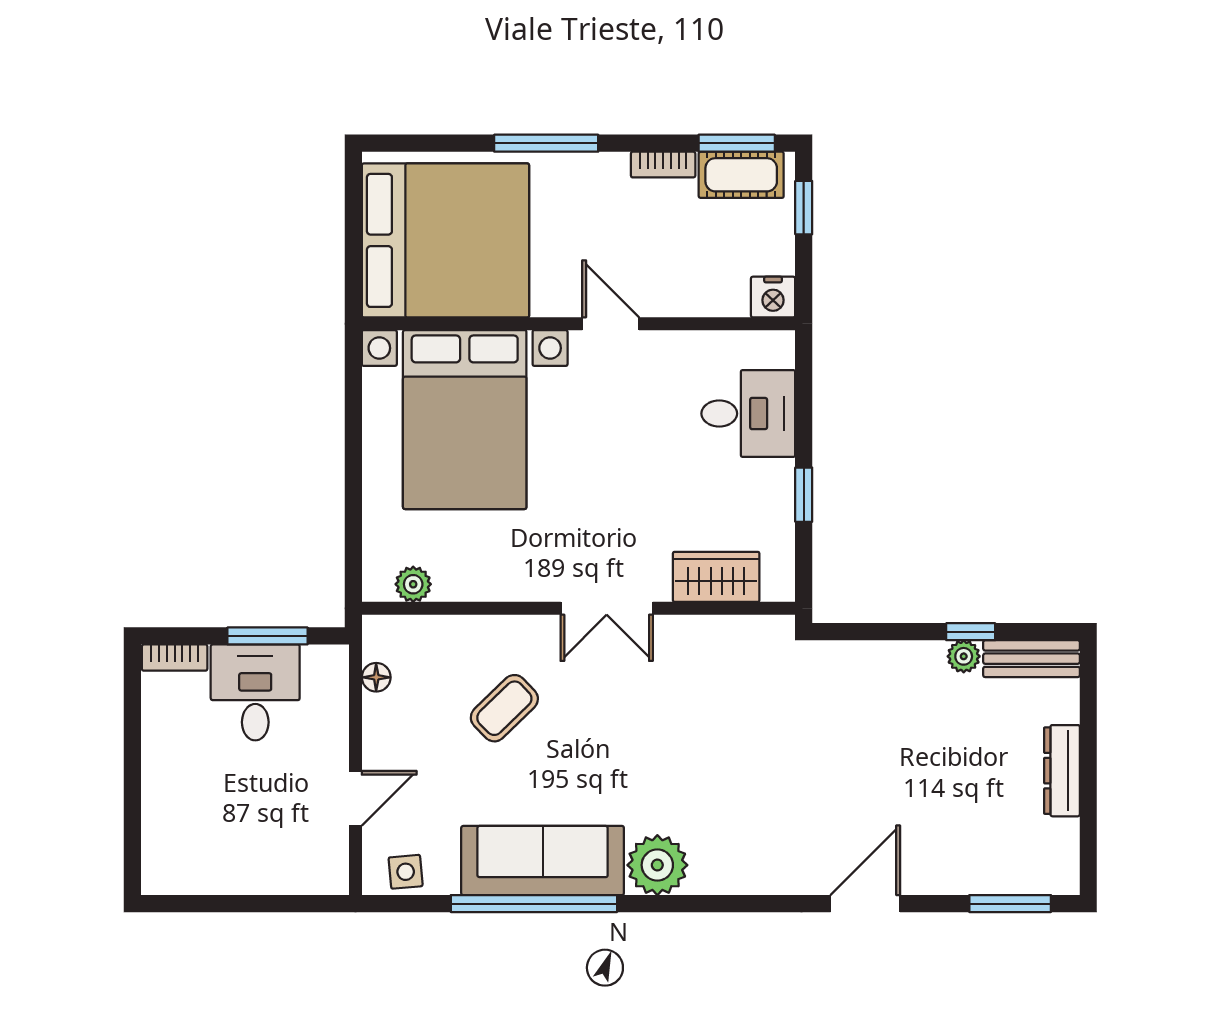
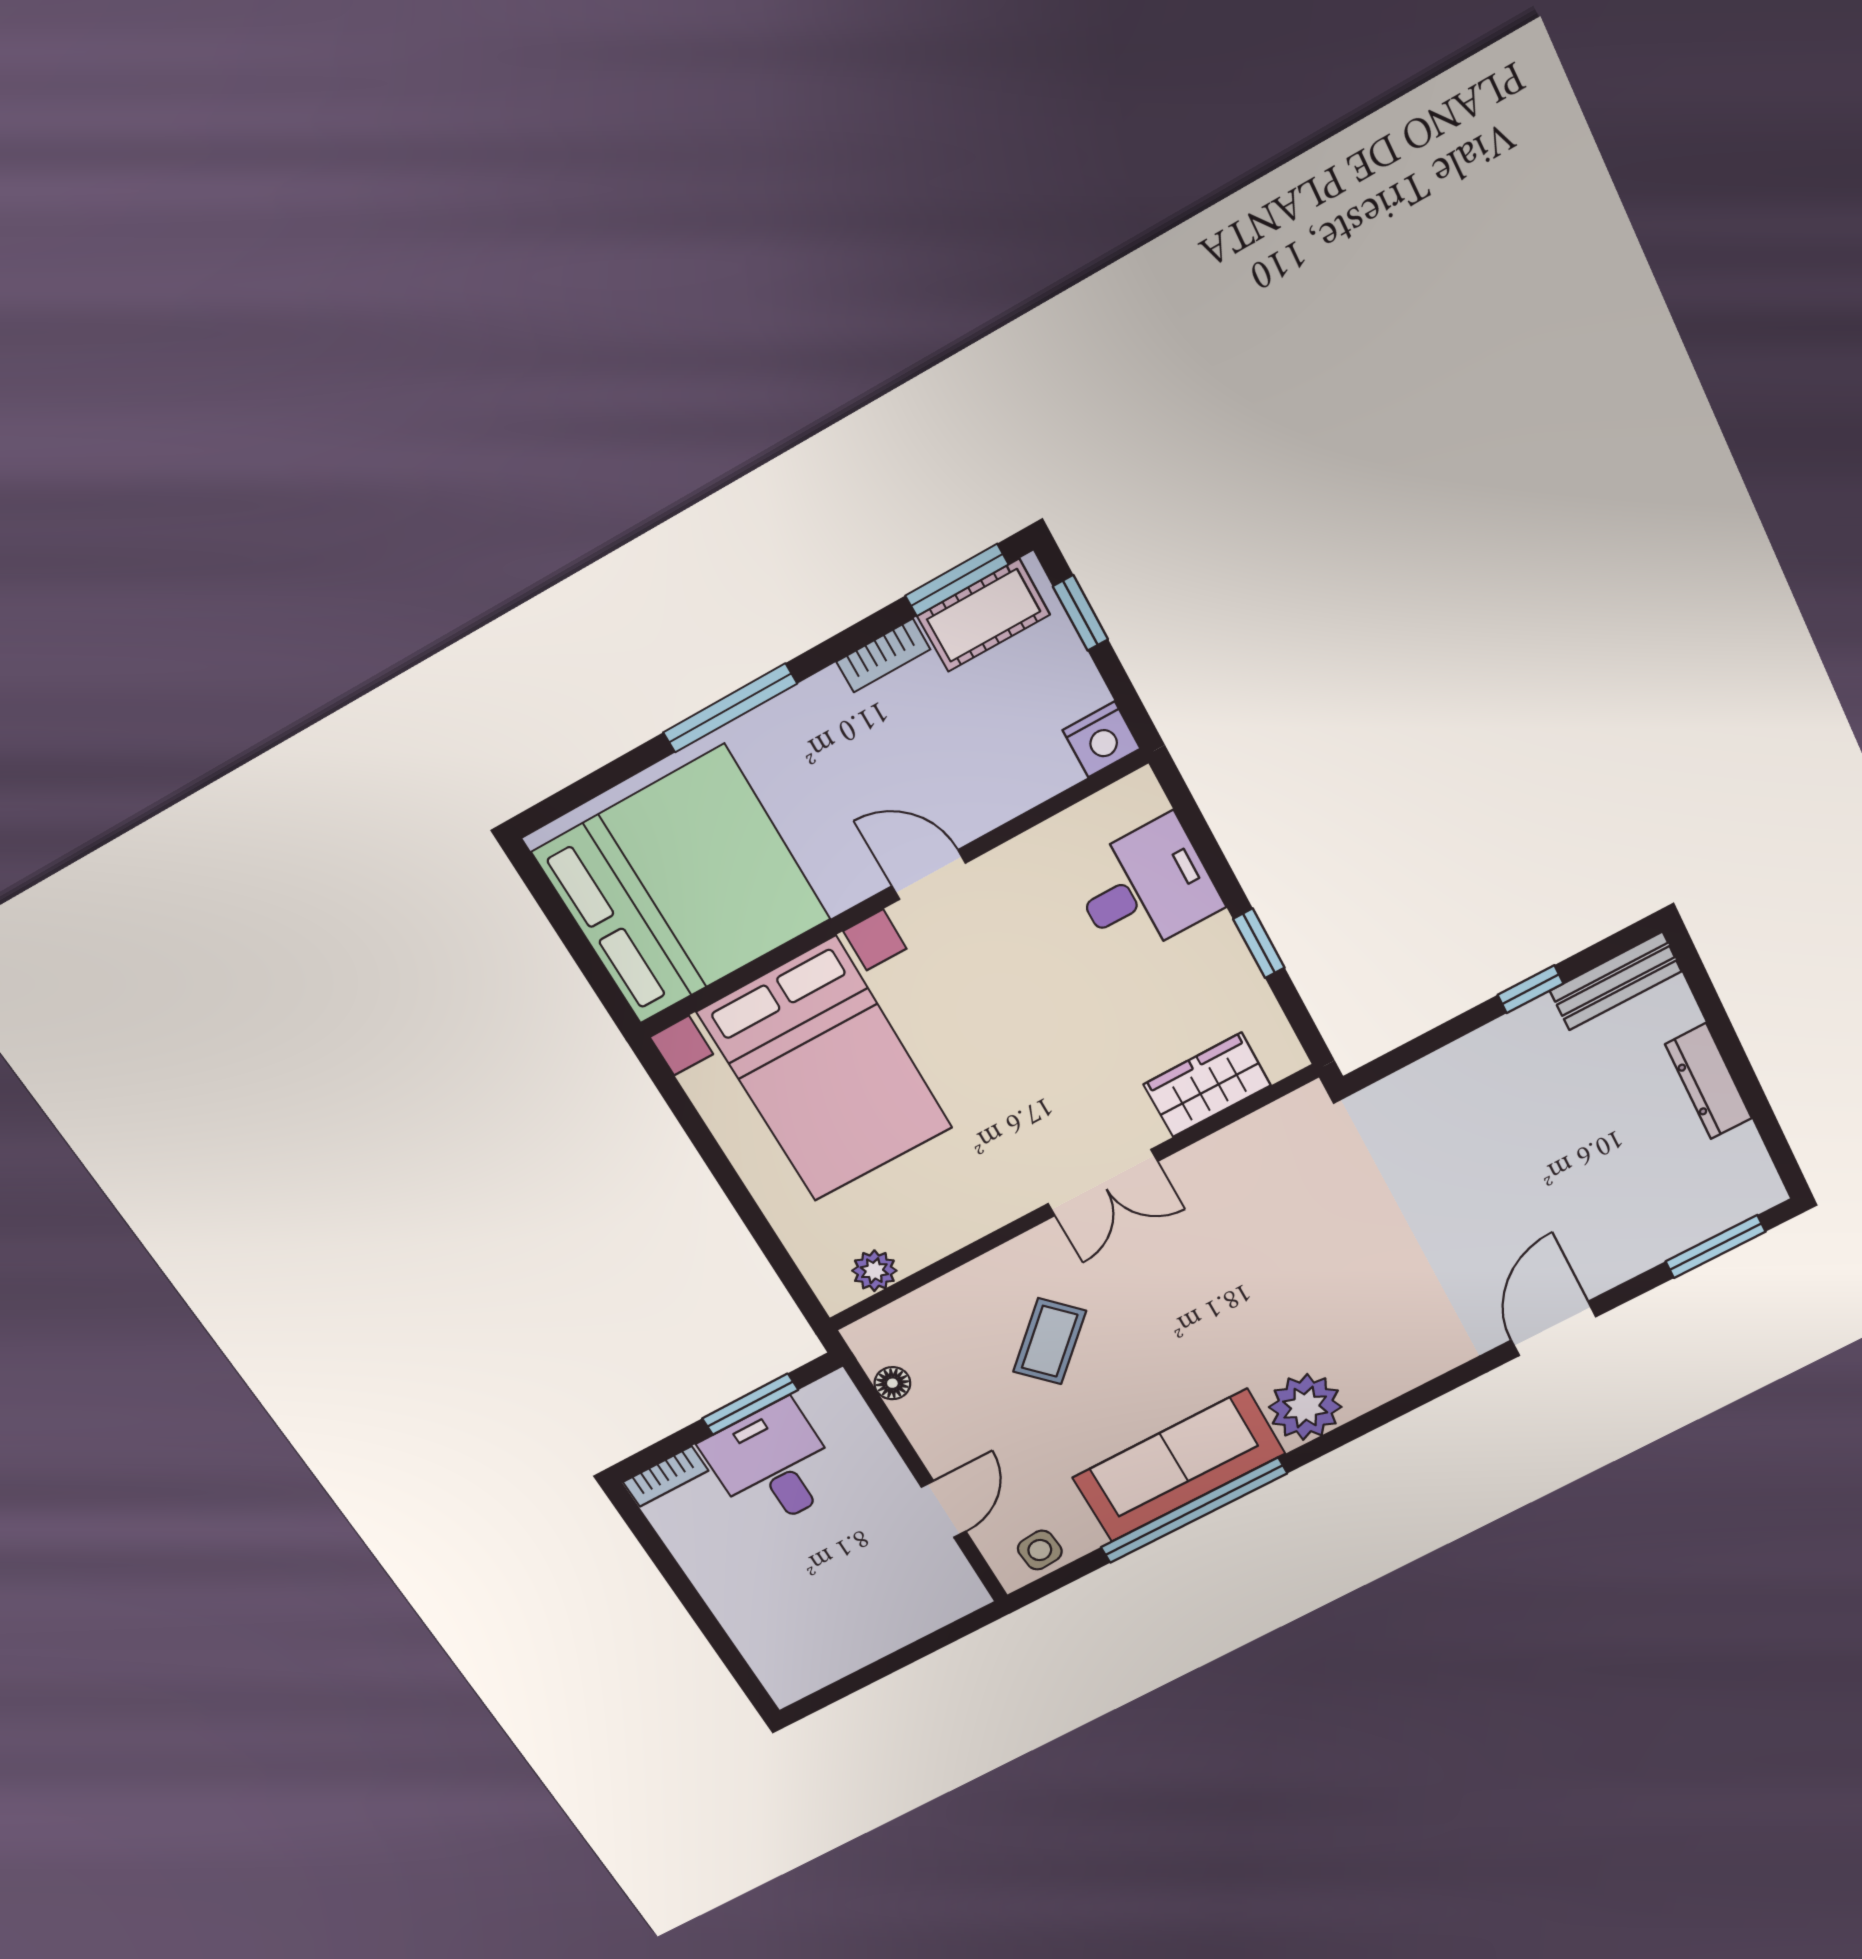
plant: (964, 656) -> (1536, 1020), removed

